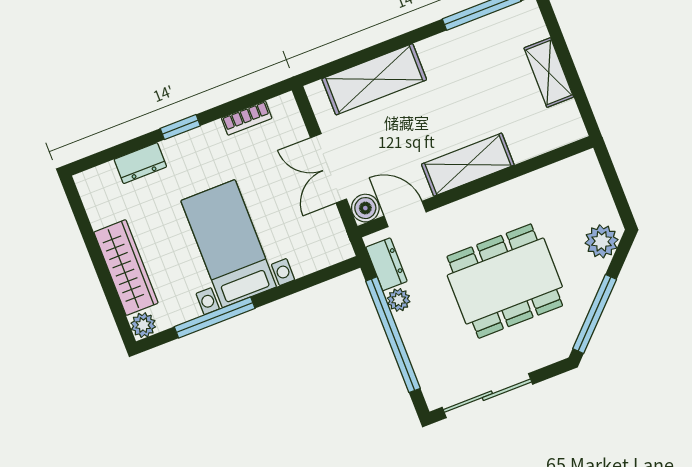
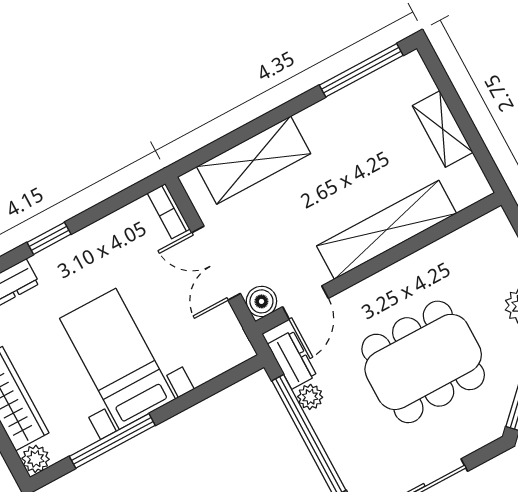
bookcase: (247, 118) -> (169, 211), moved, turned 90
shelving: (468, 165) -> (387, 230), width x1.47
door: (405, 214) -> (305, 303), swing flipped

